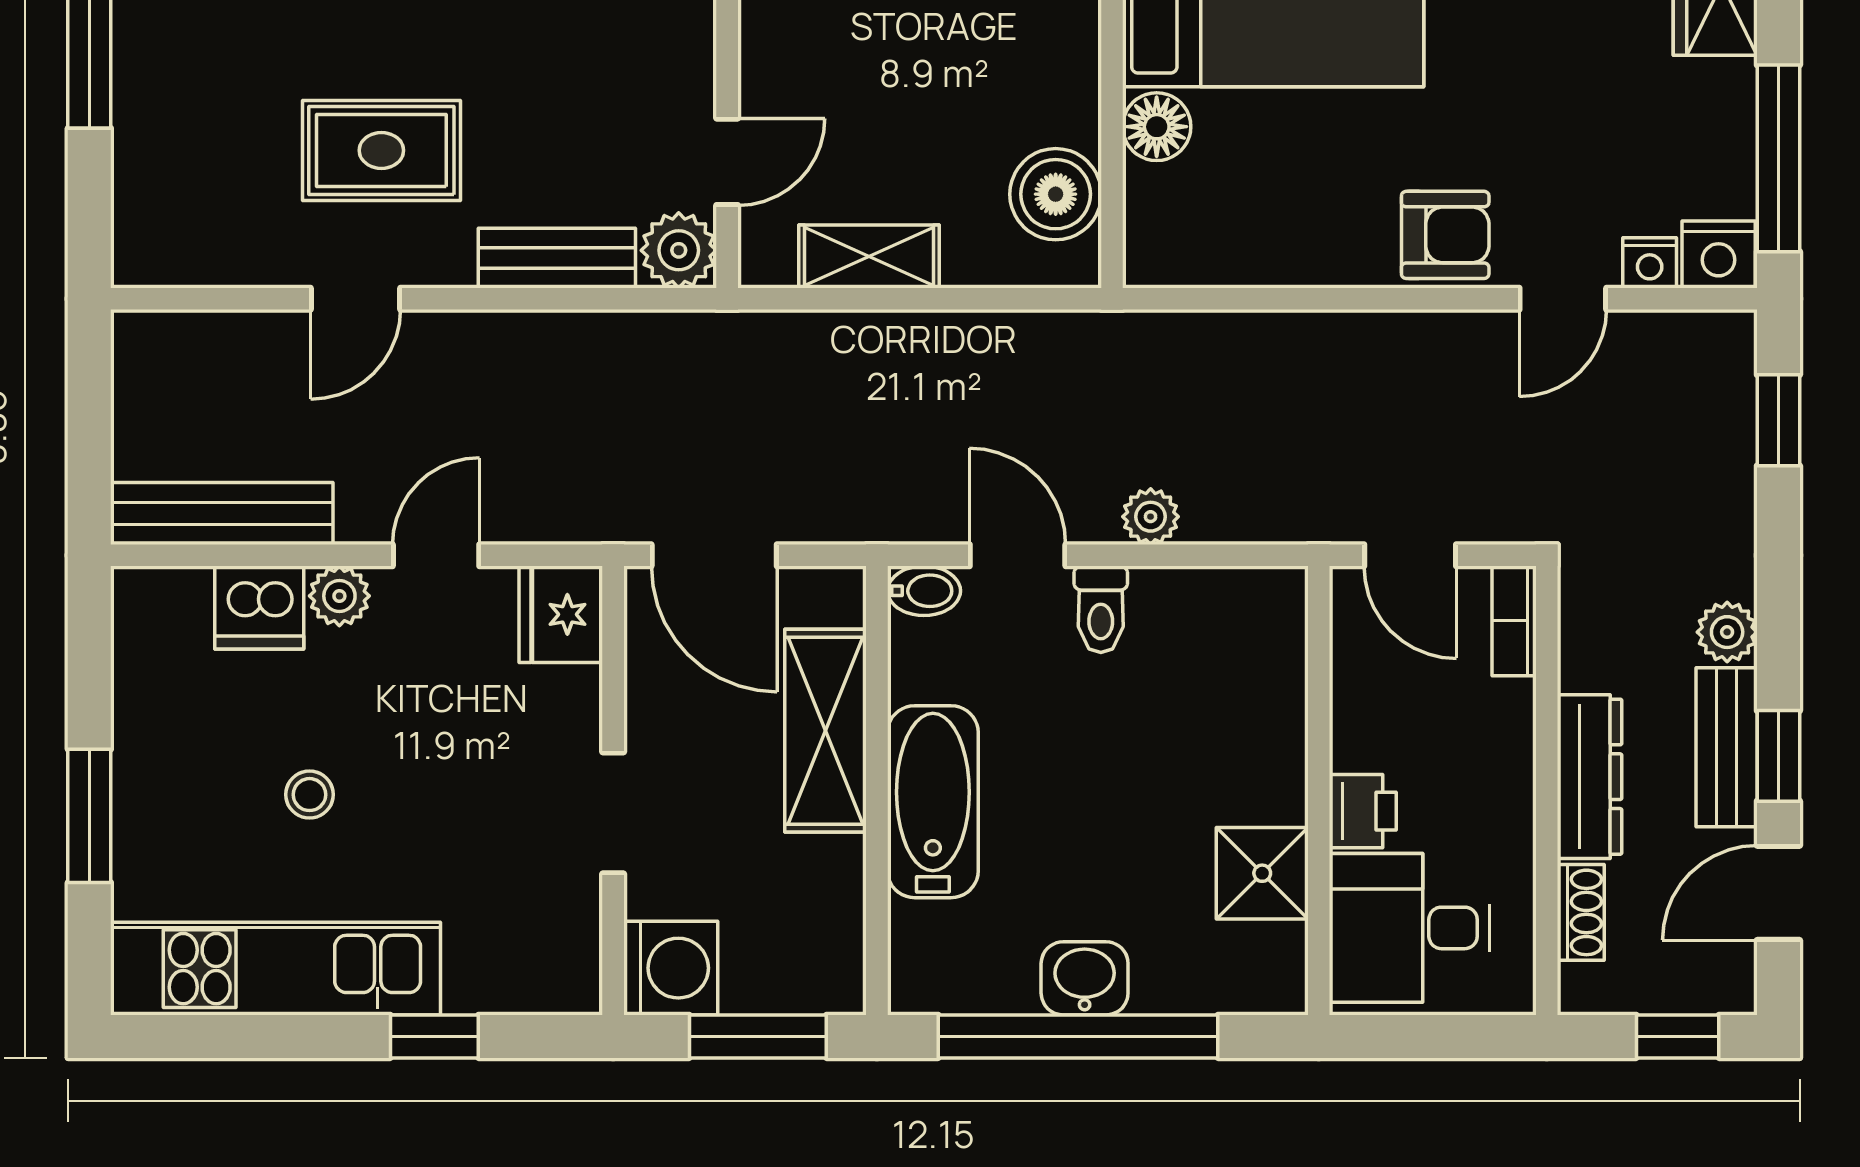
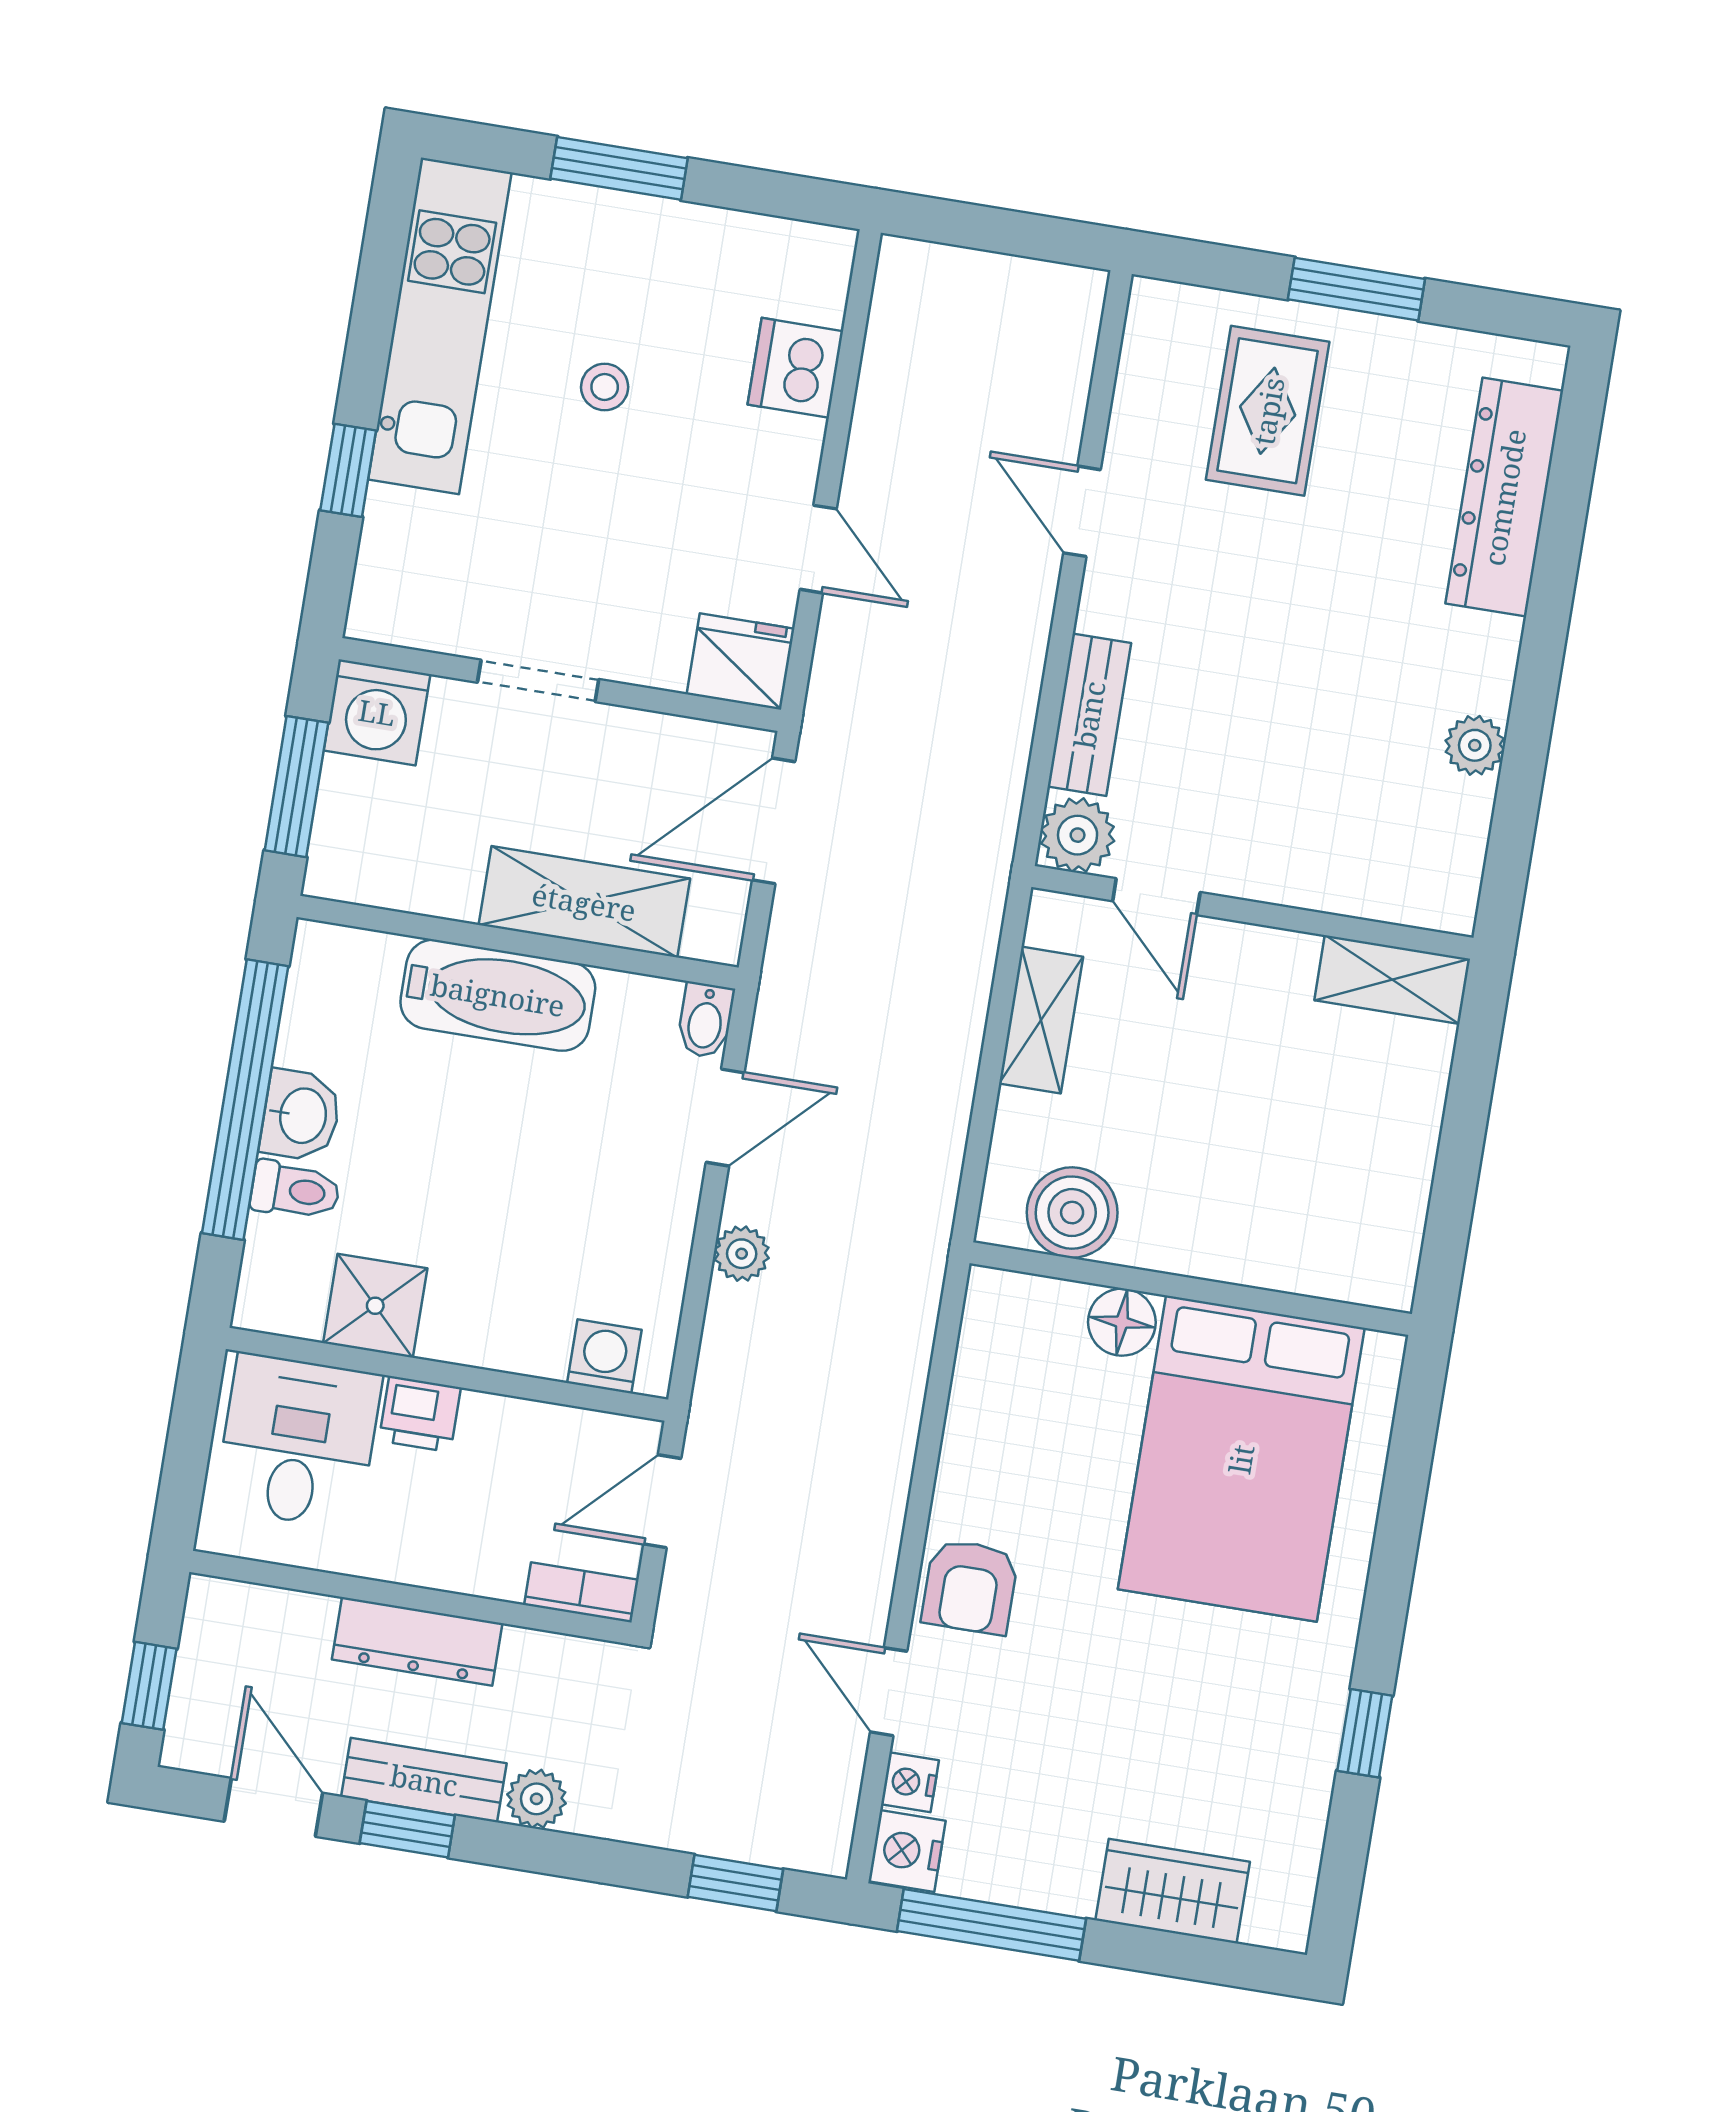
rug: (381, 150) -> (1268, 411), moved
bench: (222, 514) -> (893, 346), removed
plant: (339, 596) -> (794, 448), removed
toilet: (1101, 609) -> (295, 1190), moved, turned 180
washing machine: (1275, 637) -> (604, 1356), added
shoe rack: (1581, 912) -> (286, 1611), removed

